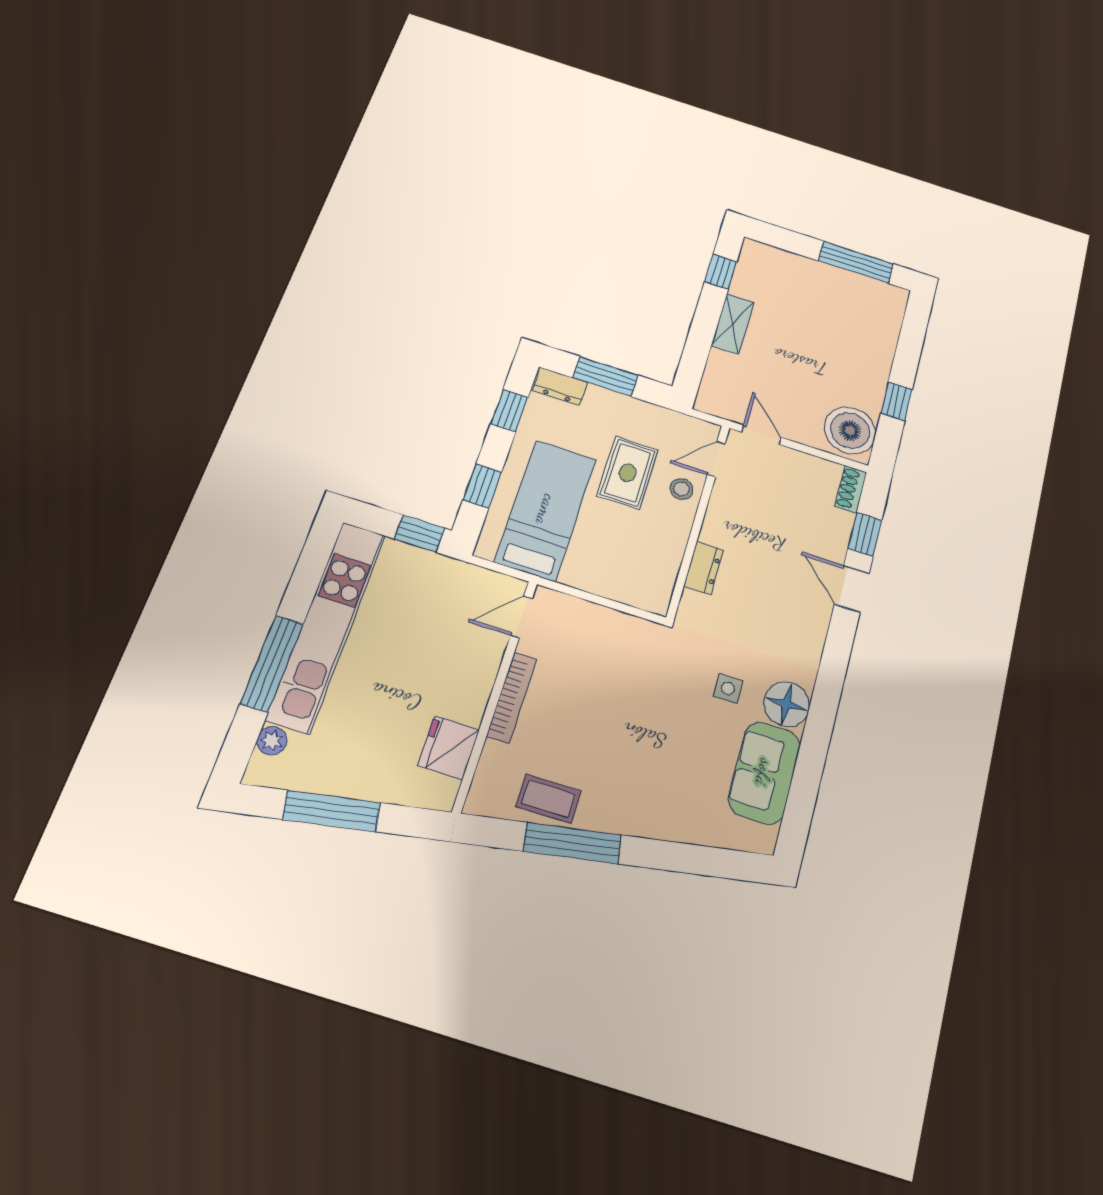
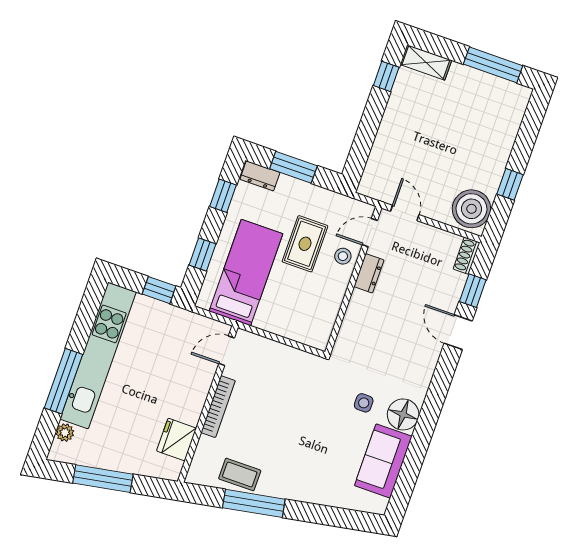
shelving: (733, 324) -> (426, 62), moved, turned 90
dresser: (704, 568) -> (369, 273), moved

